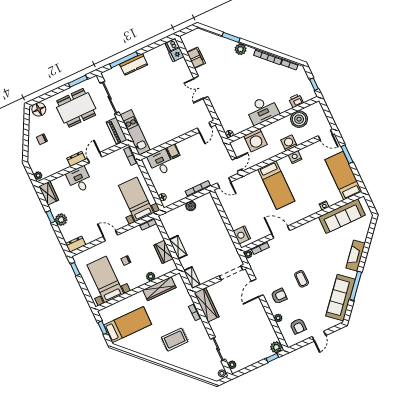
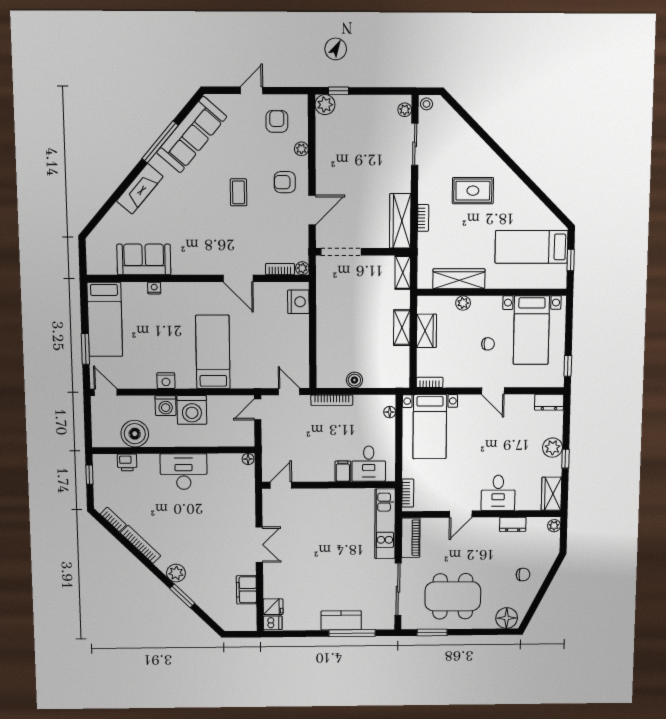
washing machine: (255, 140) -> (192, 410), moved, turned 180
dresser: (76, 159) -> (513, 524), moved
sofa: (342, 216) -> (144, 259), width x0.73

